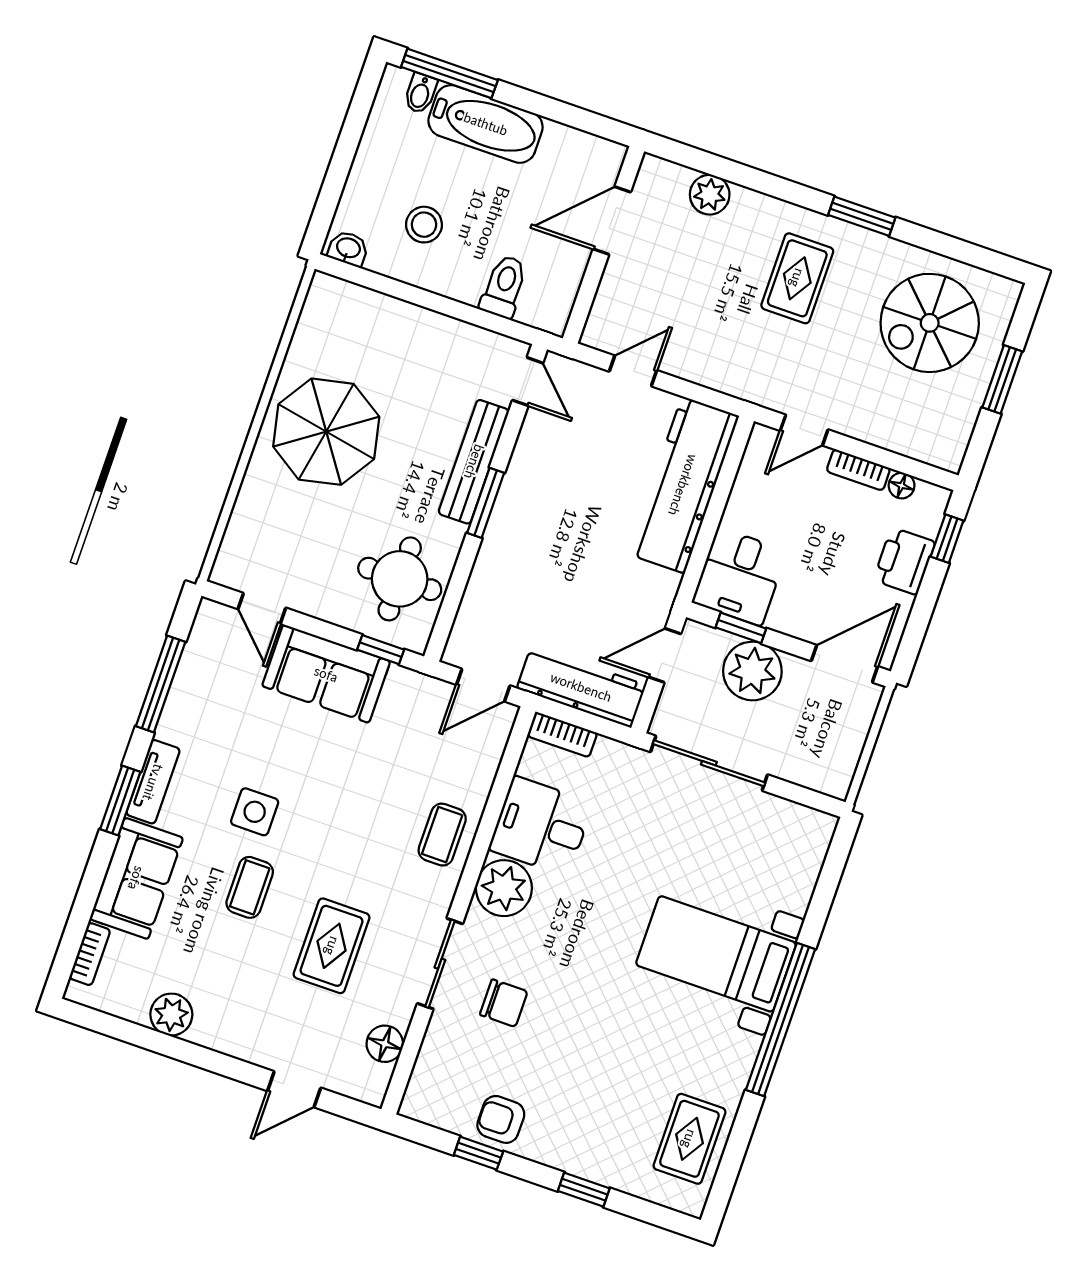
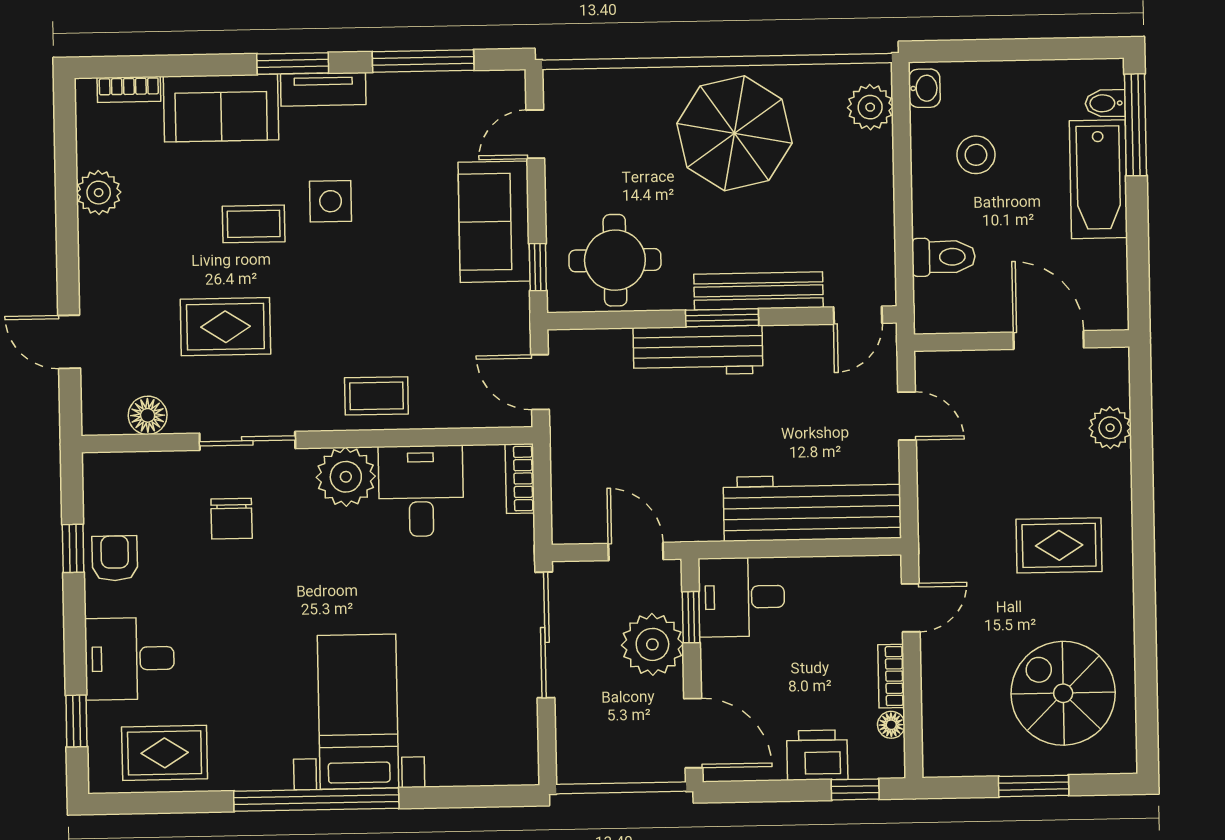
window: (862, 216) -> (1144, 587), removed
plant: (347, 303) -> (870, 107), added
door: (804, 430) -> (911, 608), swing flipped
workbench: (581, 687) -> (698, 351), moved, turned 90
desk: (595, 1139) -> (130, 659), added
window: (584, 1190) -> (76, 721), moved

